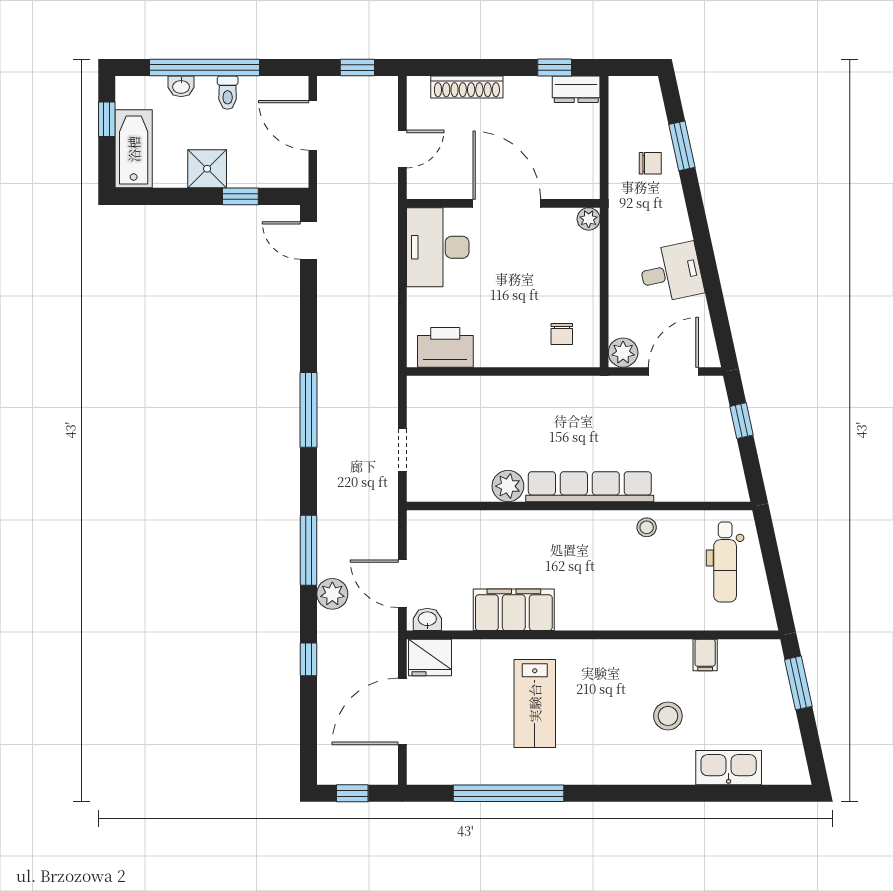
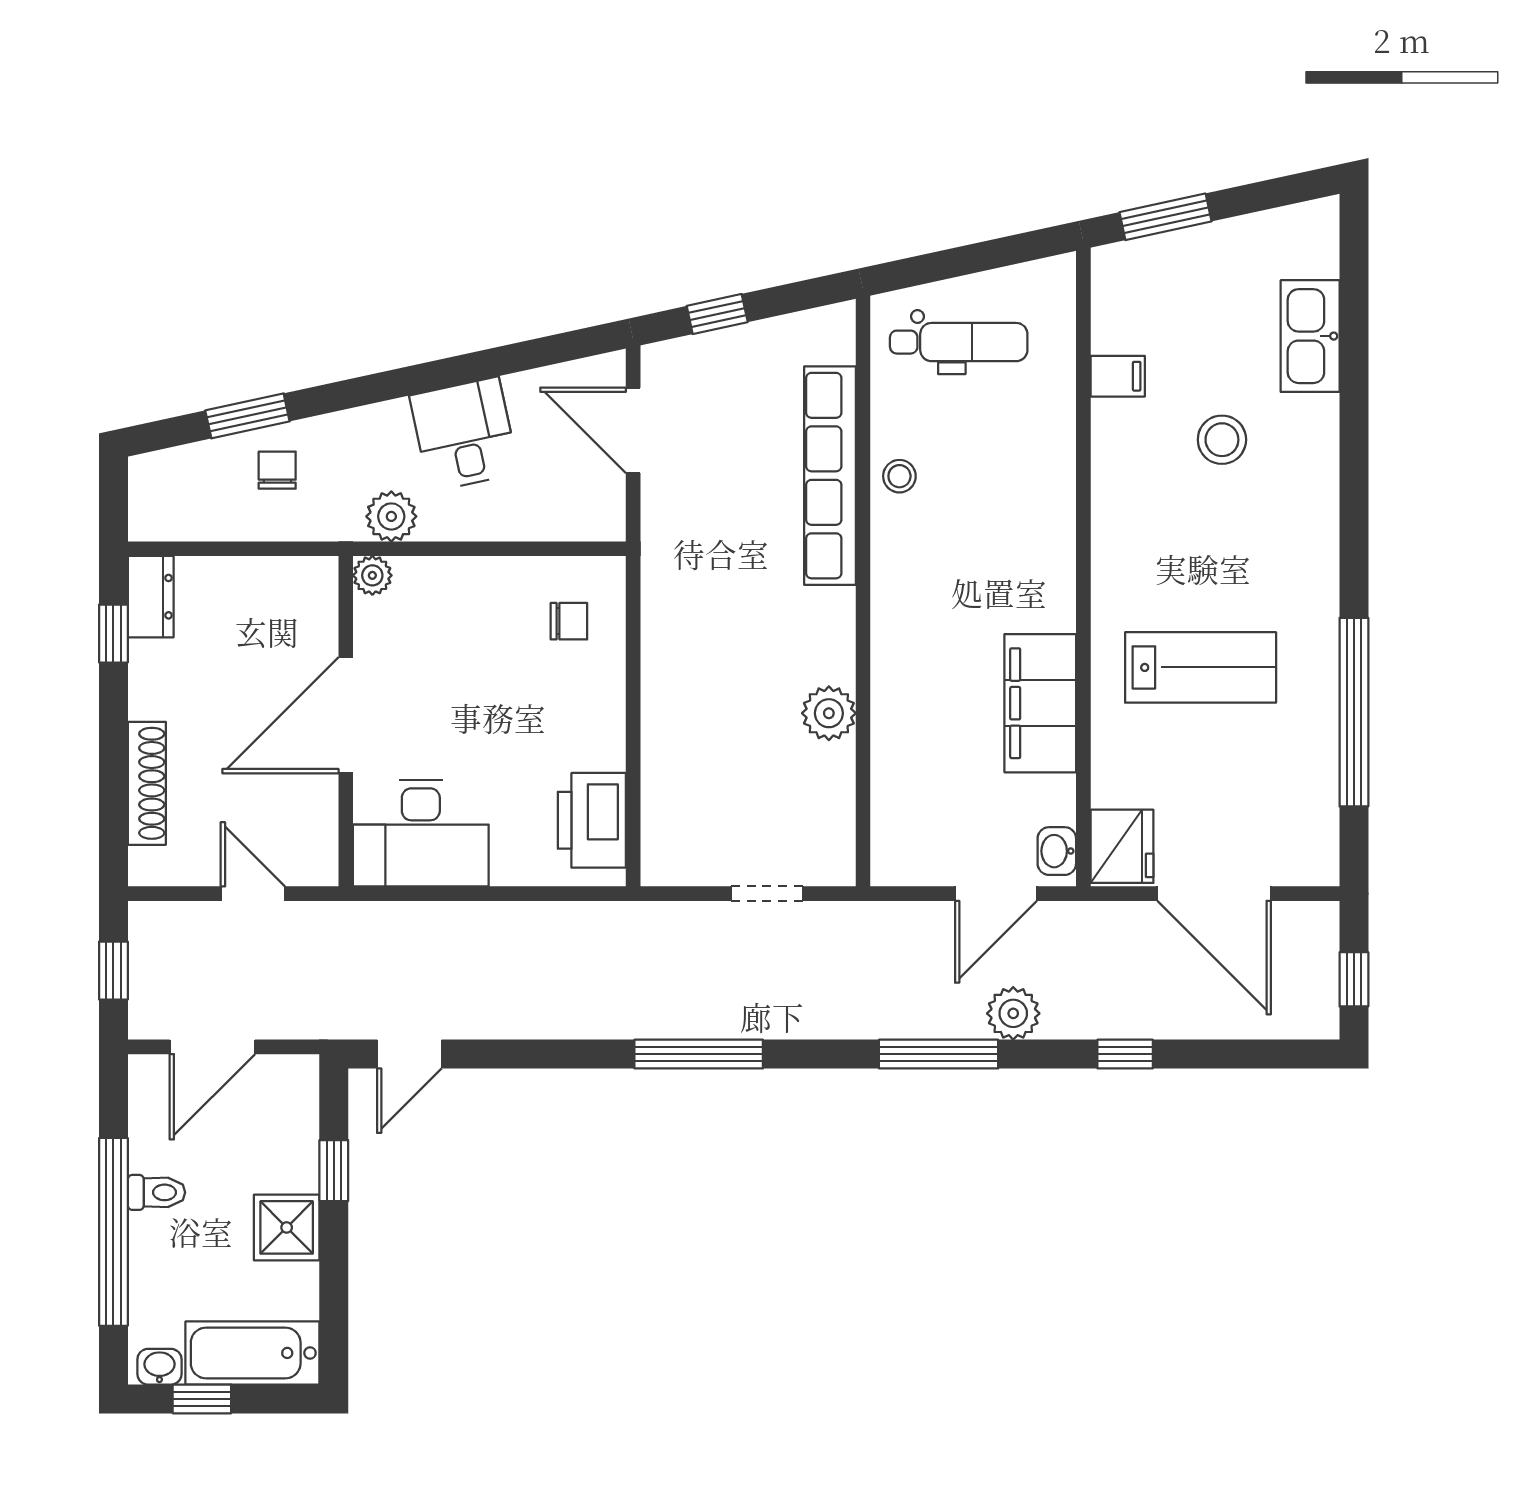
washbasin: (181, 86) -> (159, 1367), moved, turned -90
plant: (623, 353) -> (391, 516), moved
row of seats: (590, 487) -> (830, 476), moved

